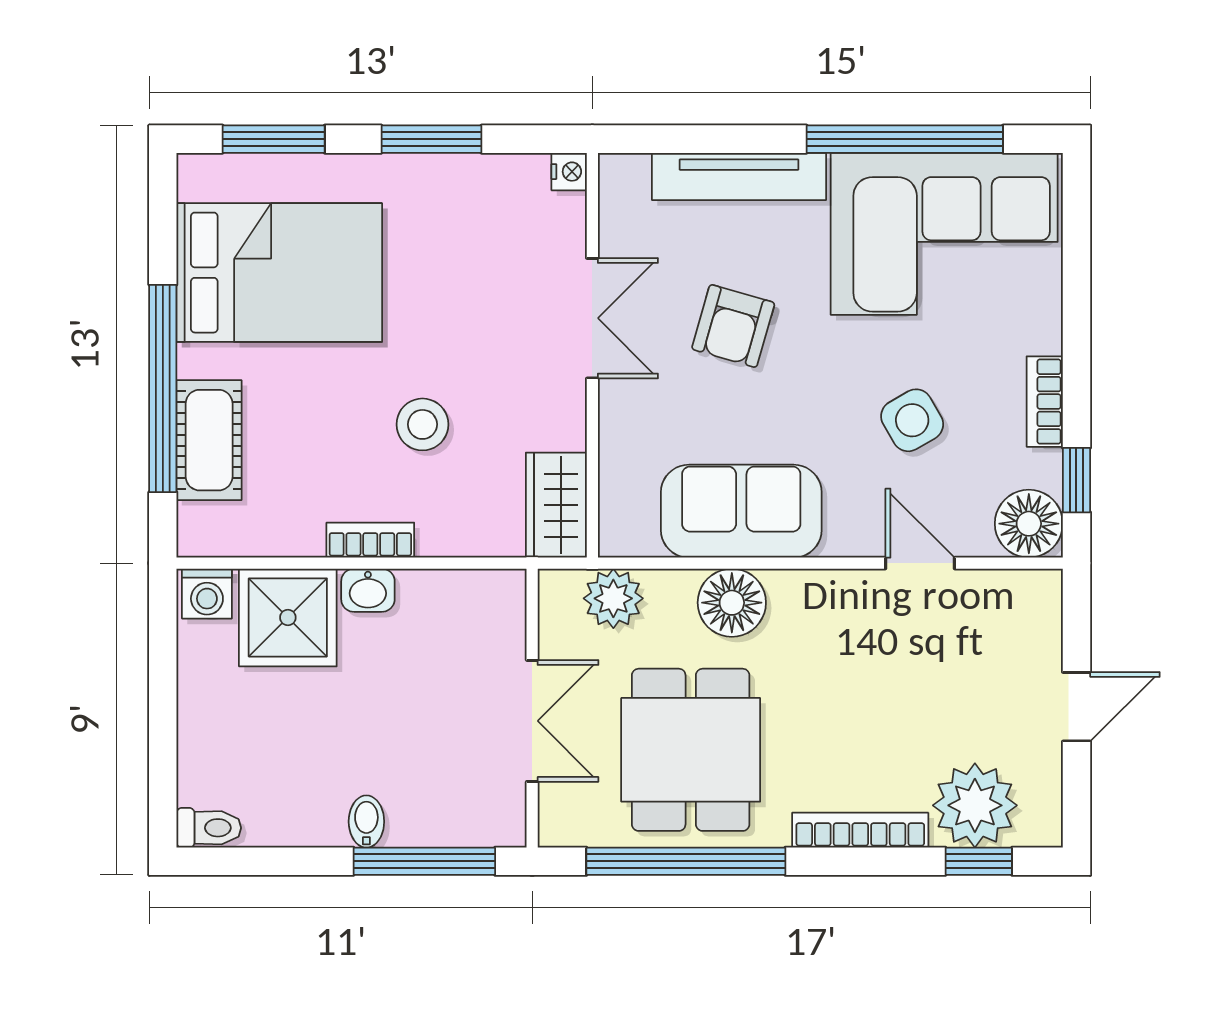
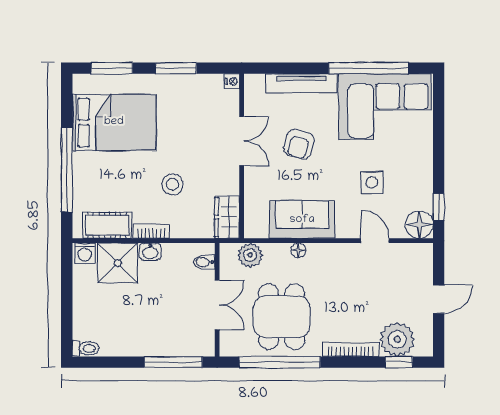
bookcase: (1045, 402) -> (426, 175), removed
side table: (912, 420) -> (372, 183), turned 30
cot: (209, 440) -> (107, 225), moved, turned 90
floor lamp: (732, 603) -> (298, 250), width x0.53, depth x0.53
bidet: (366, 822) -> (204, 262), moved, turned -90

